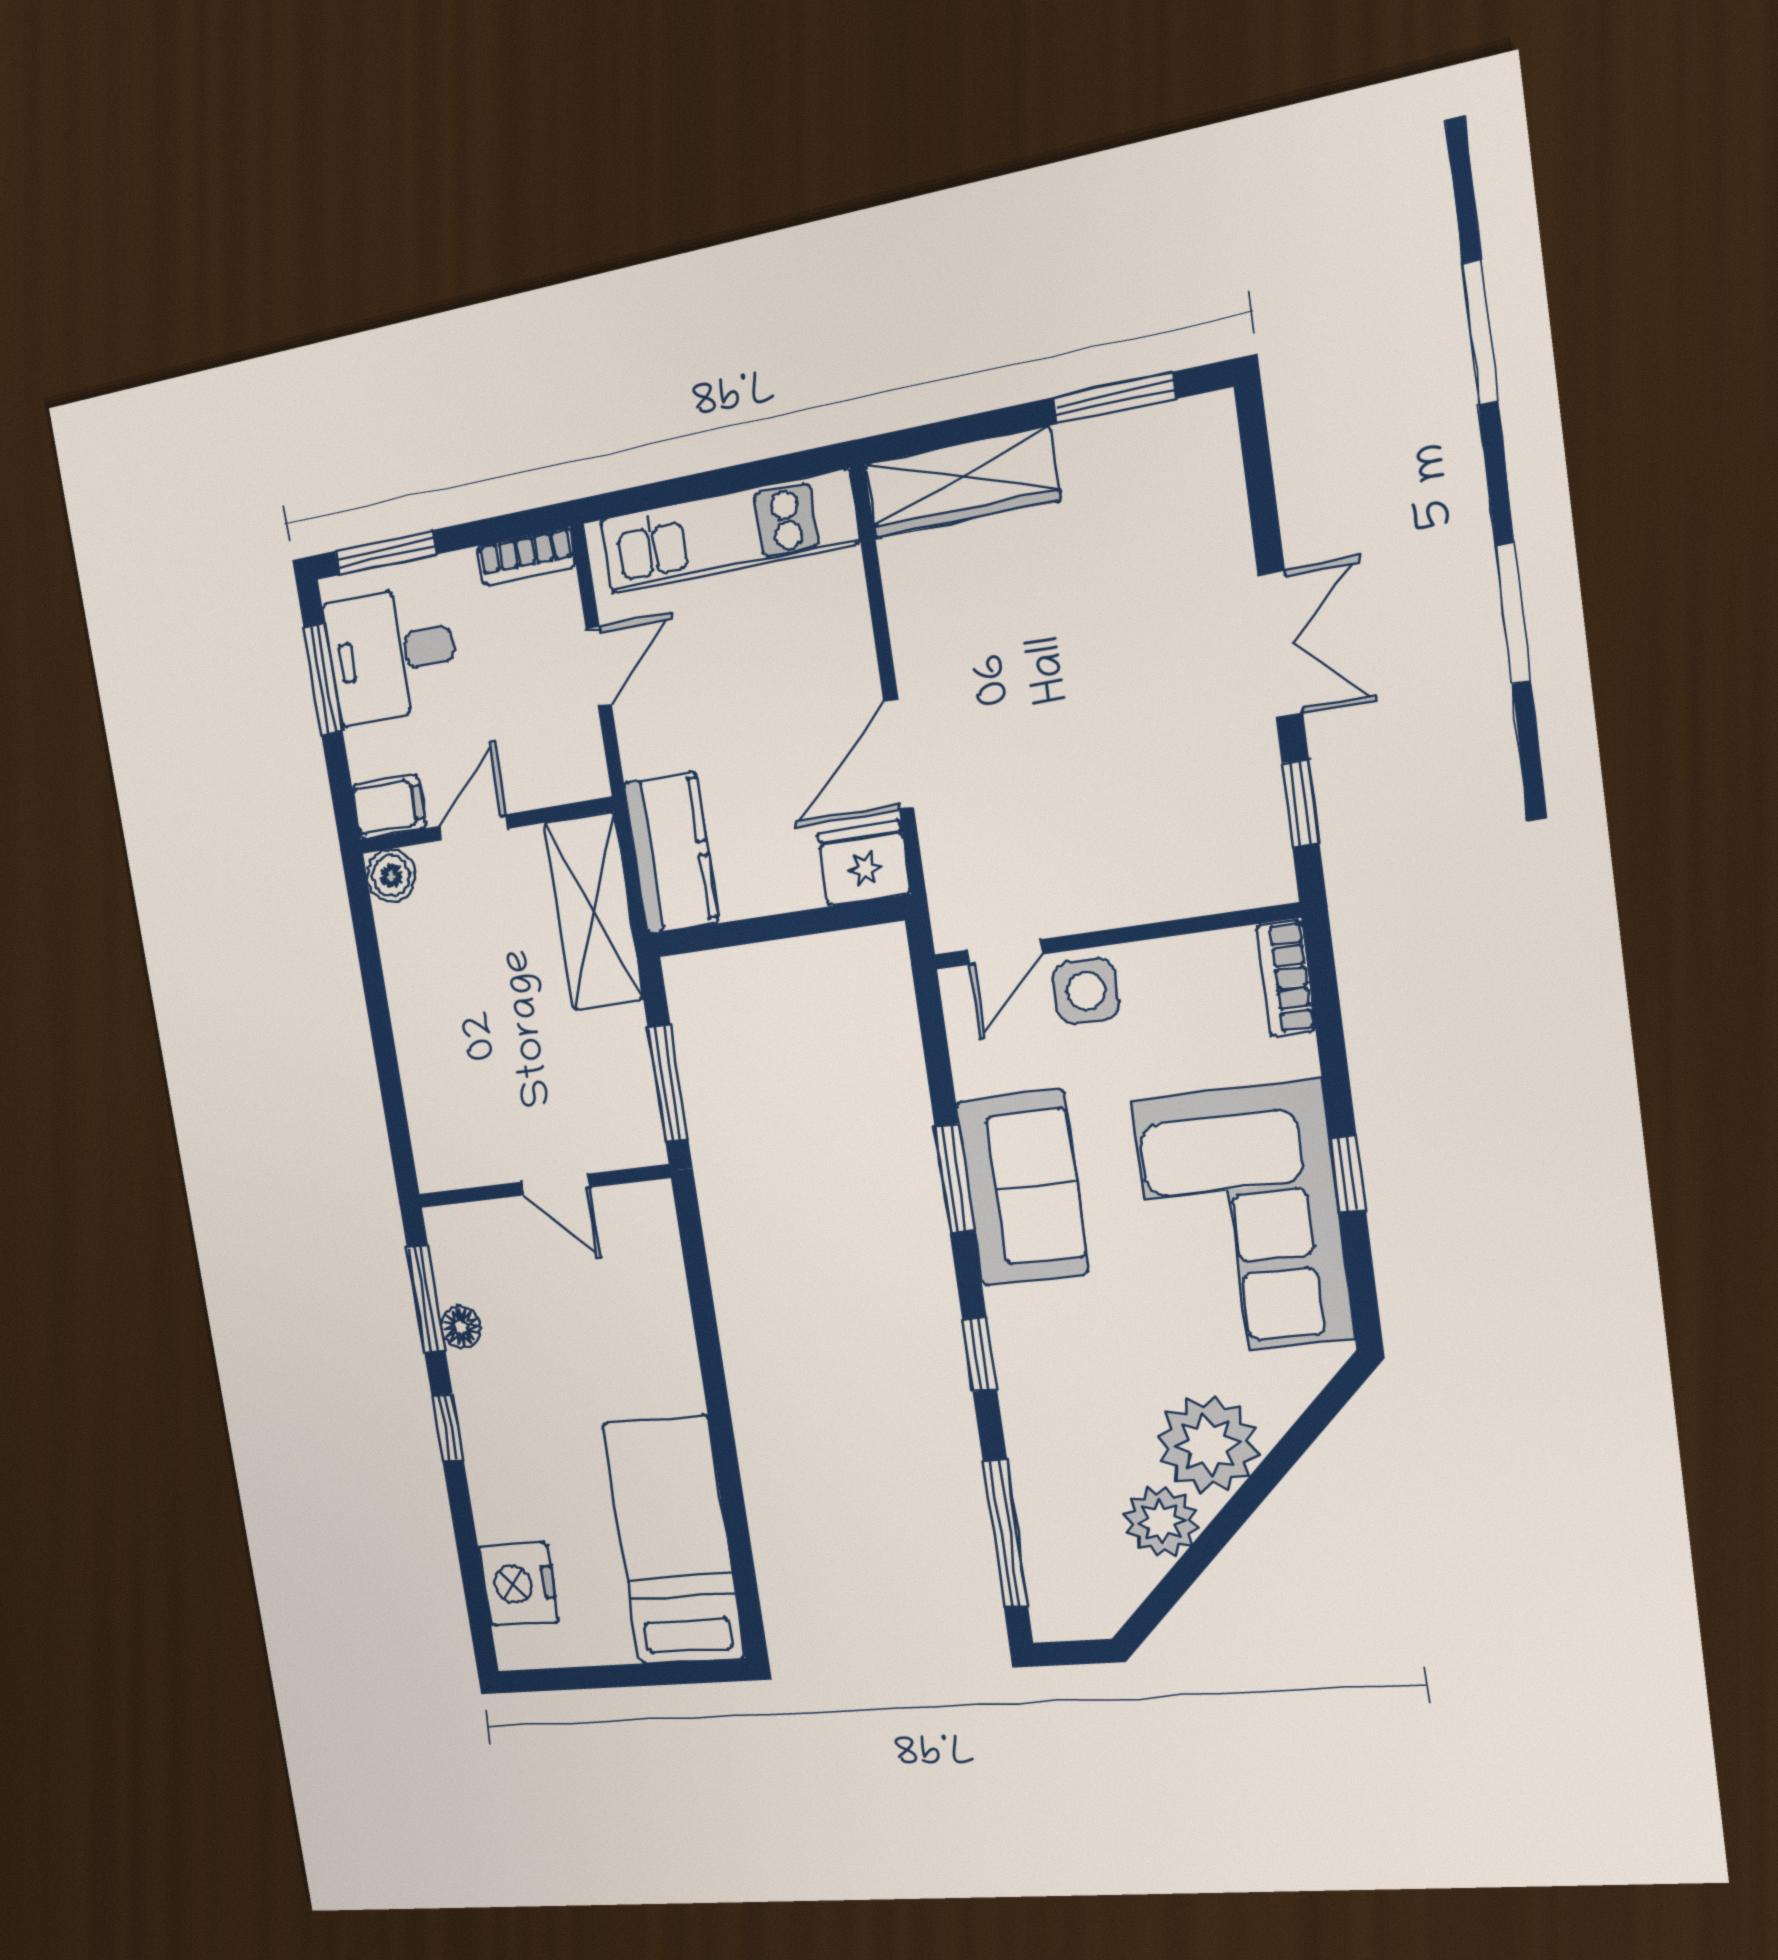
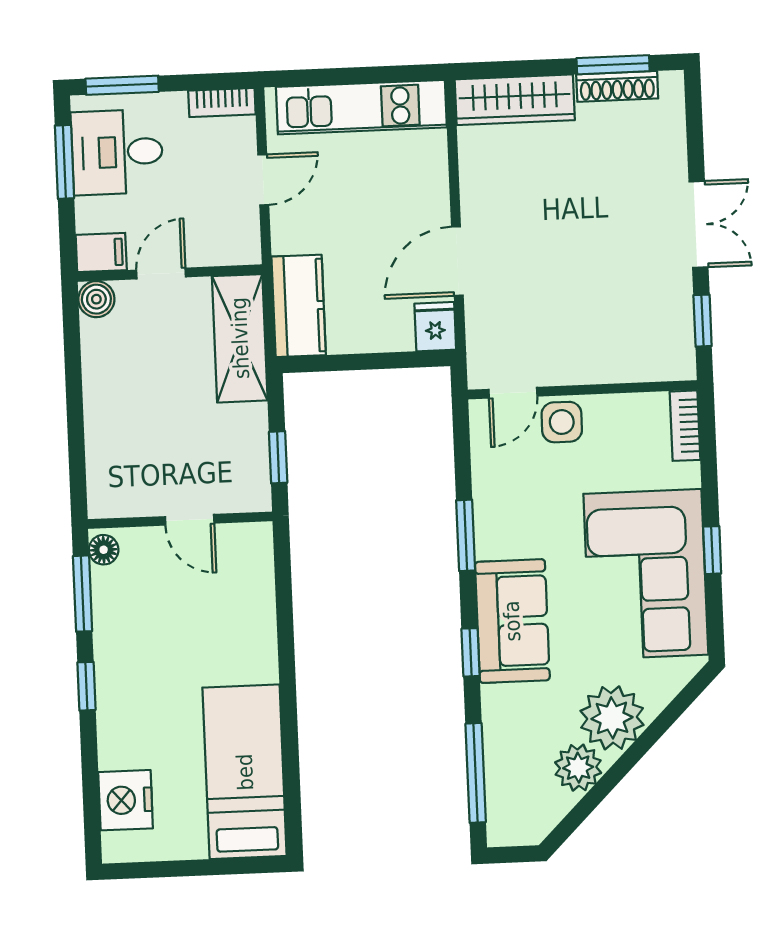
shoe rack: (1125, 433) -> (617, 86), added
fridge: (864, 863) -> (435, 327), width x0.72
window: (668, 1083) -> (278, 457), width x0.67
sofa: (1022, 1188) -> (512, 621), moved
floor lamp: (461, 1327) -> (104, 550), moved

